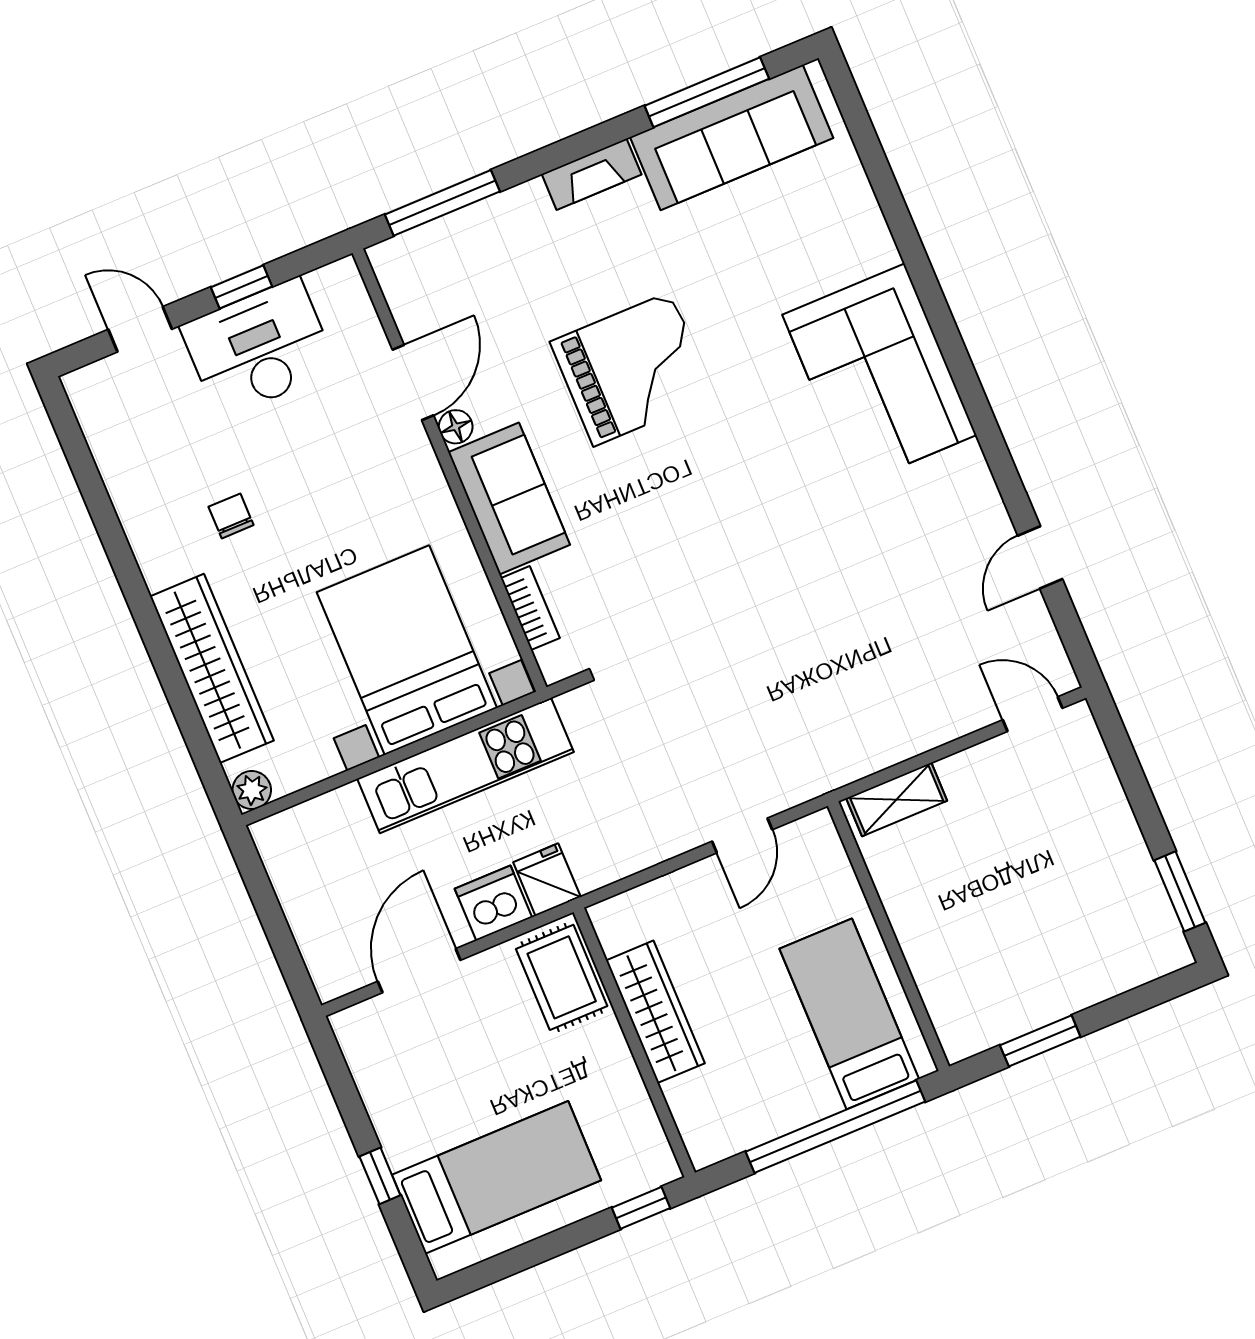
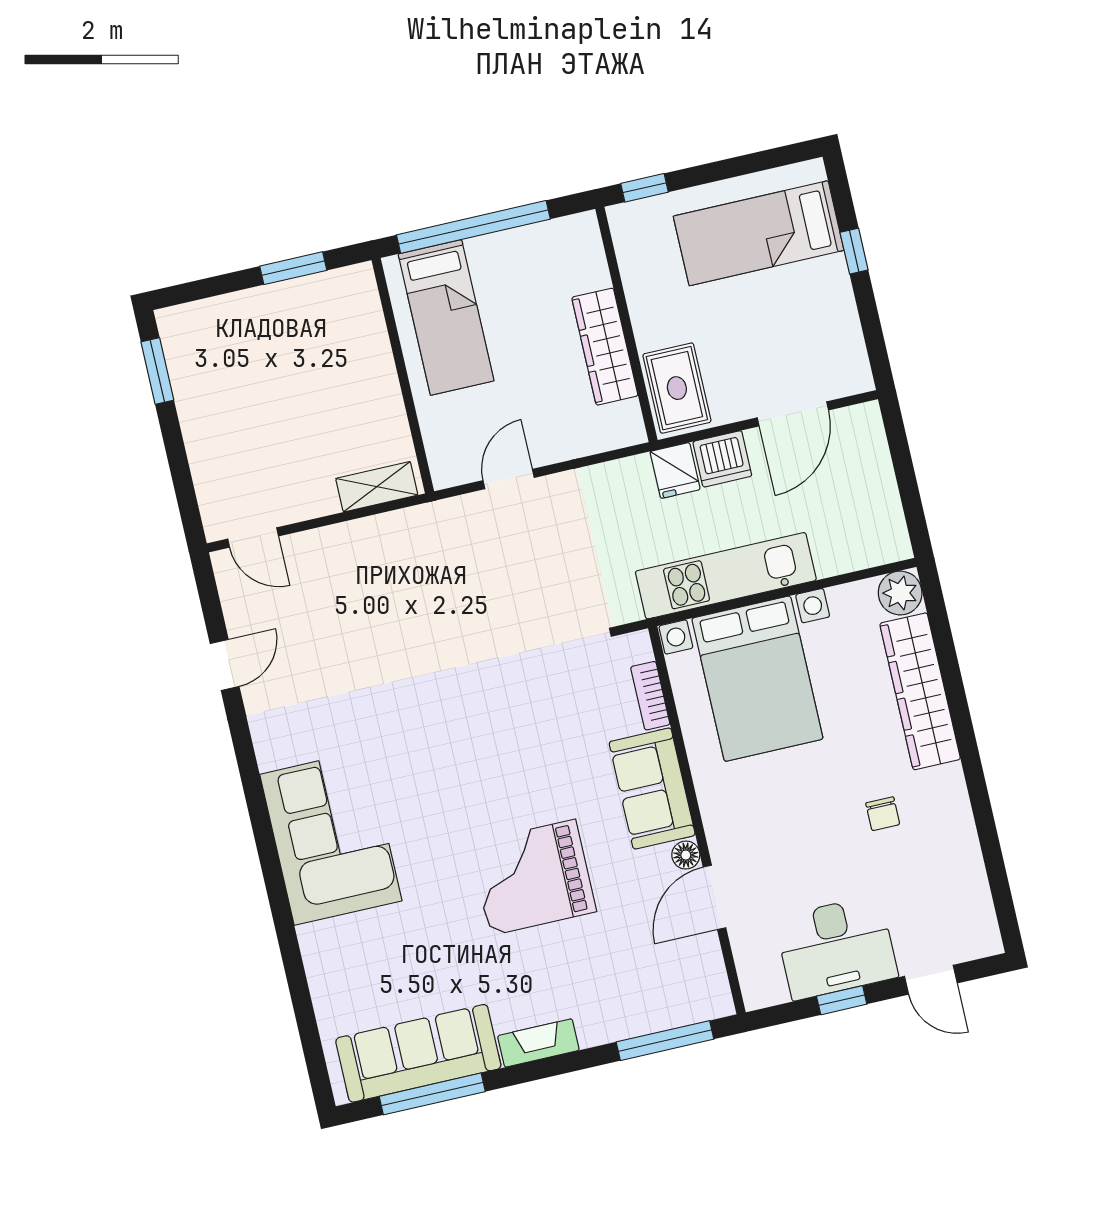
plant: (252, 790) -> (900, 593), width x1.38, depth x1.38

